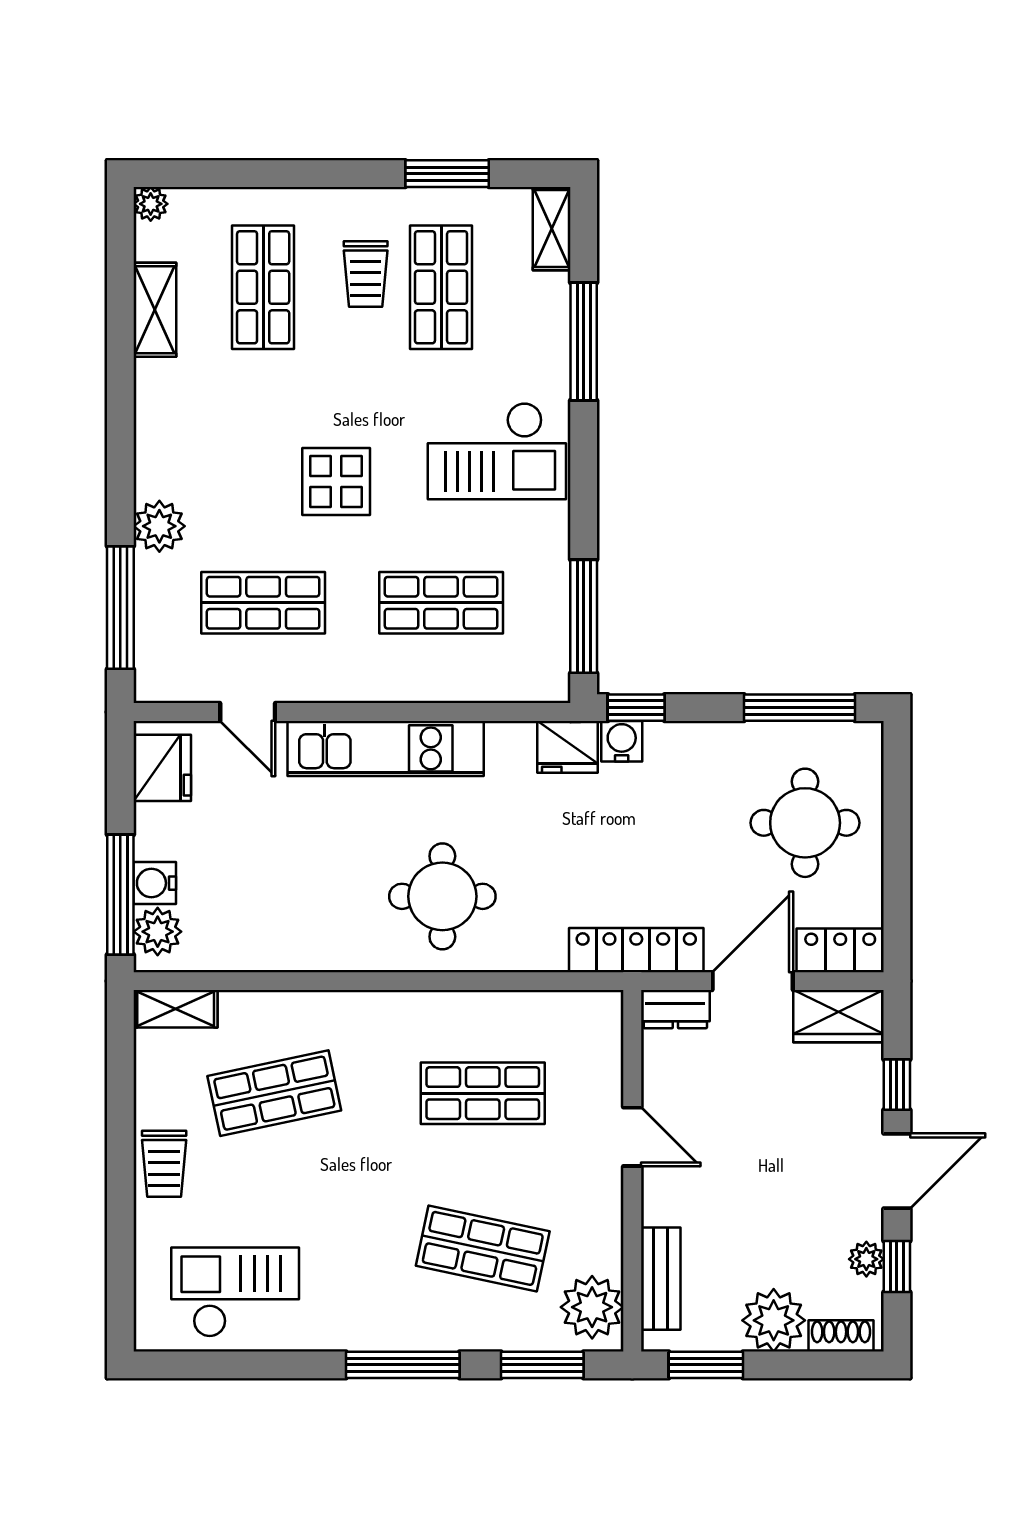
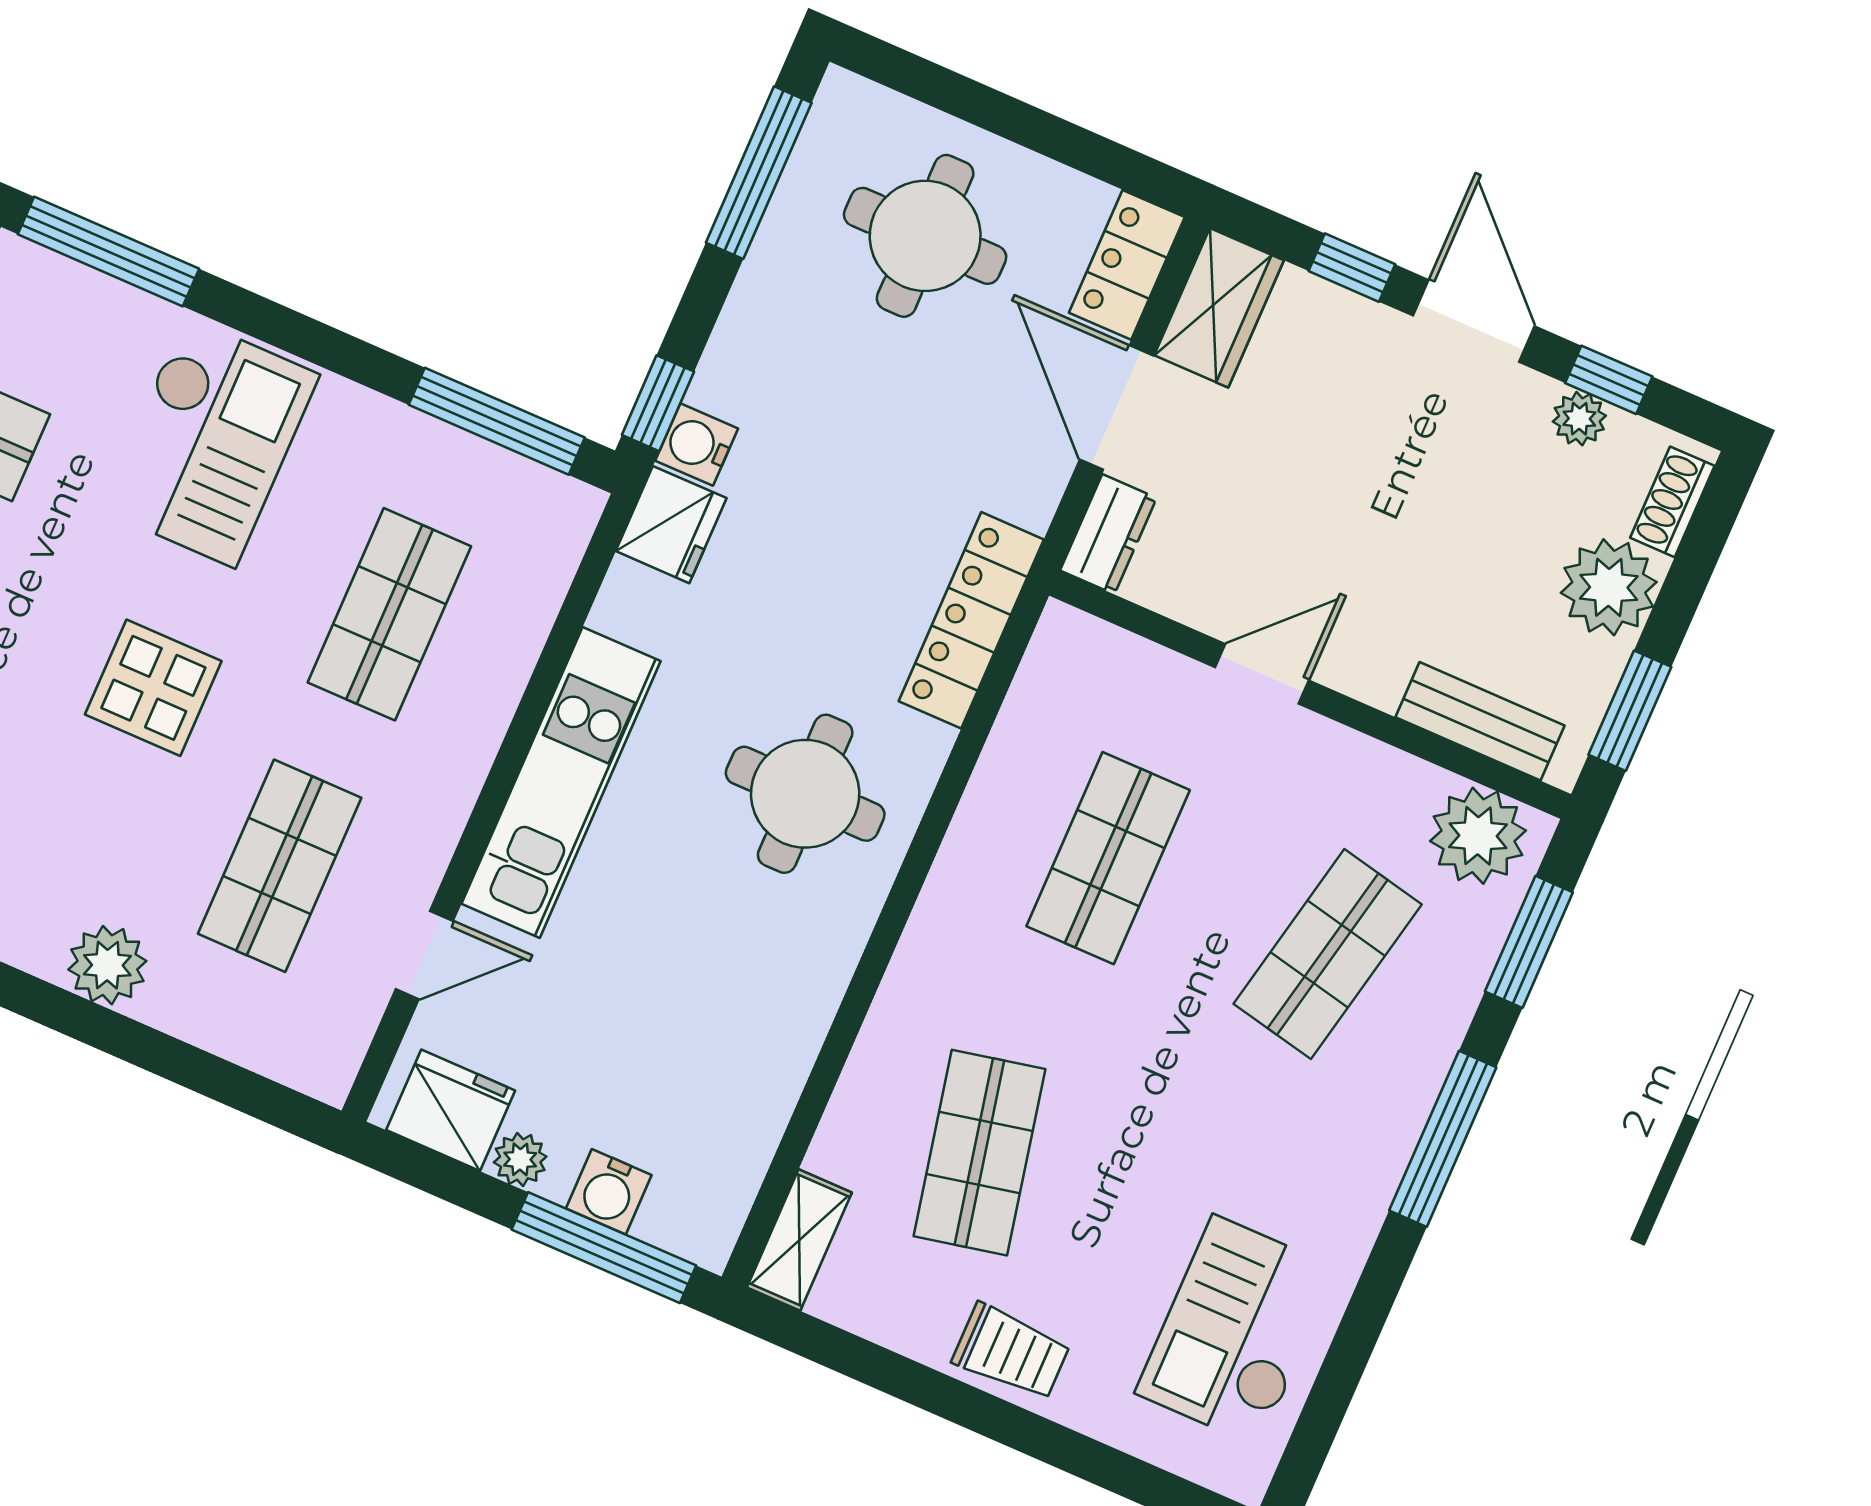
window: (120, 608) -> (198, 1070), removed
plant: (158, 932) -> (520, 1159), moved, width x0.73, depth x0.73
locker: (636, 950) -> (971, 620), moved

